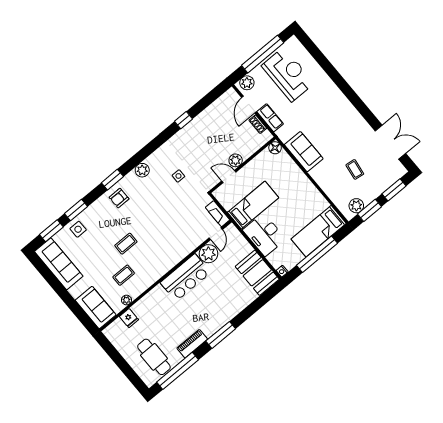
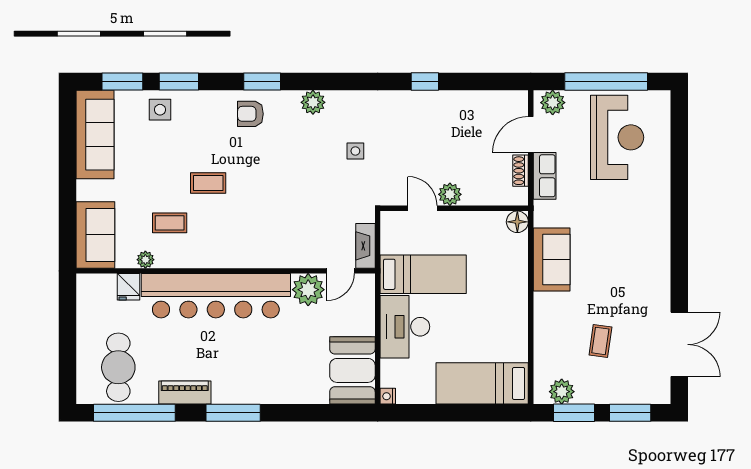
window: (317, 254) -> (454, 413), removed
bar counter: (185, 278) -> (216, 296), width x1.86

